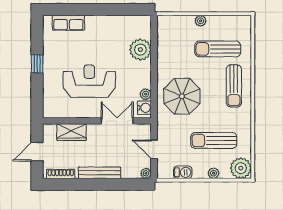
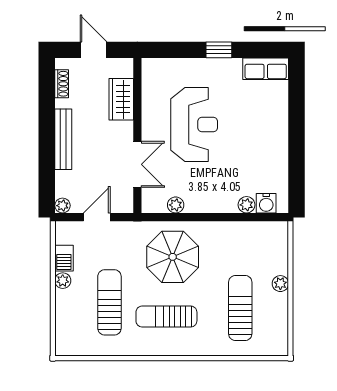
row of seats: (68, 23) -> (266, 69), moved, turned -90
plant: (140, 50) -> (247, 205), width x0.53, depth x0.53
sun lounger: (234, 86) -> (166, 317), moved
water cooler: (144, 108) -> (266, 203), moved
plant: (241, 168) -> (70, 341), removed
plant: (214, 173) -> (63, 281), moved
shoe rack: (61, 174) -> (62, 84), width x0.70

